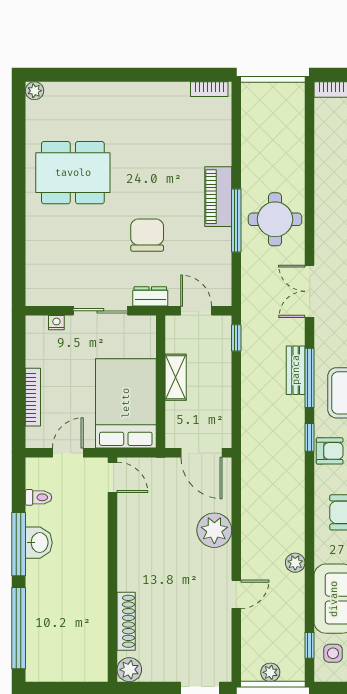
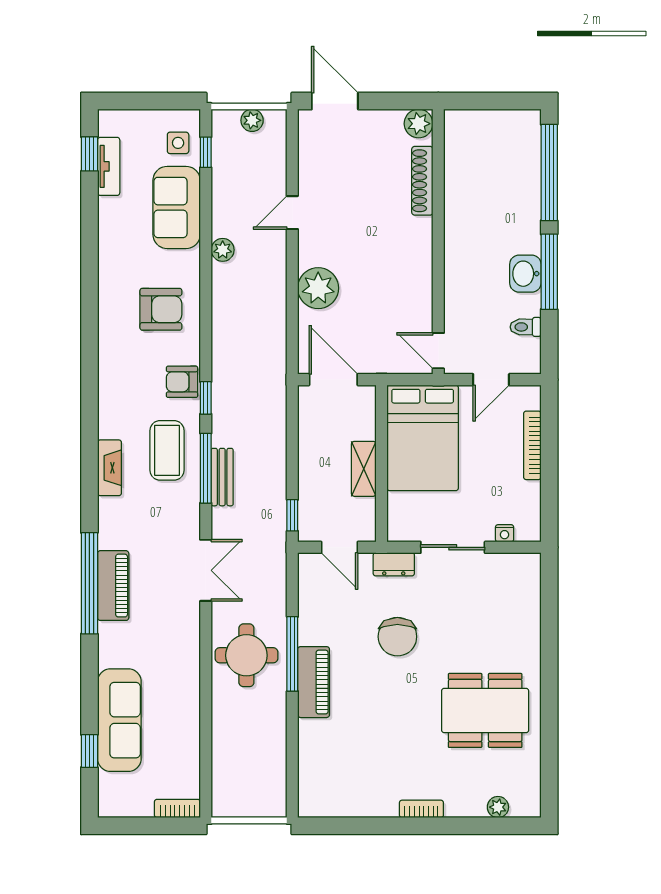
bookcase: (209, 89) -> (421, 809), moved
plant: (35, 91) -> (498, 807), moved

